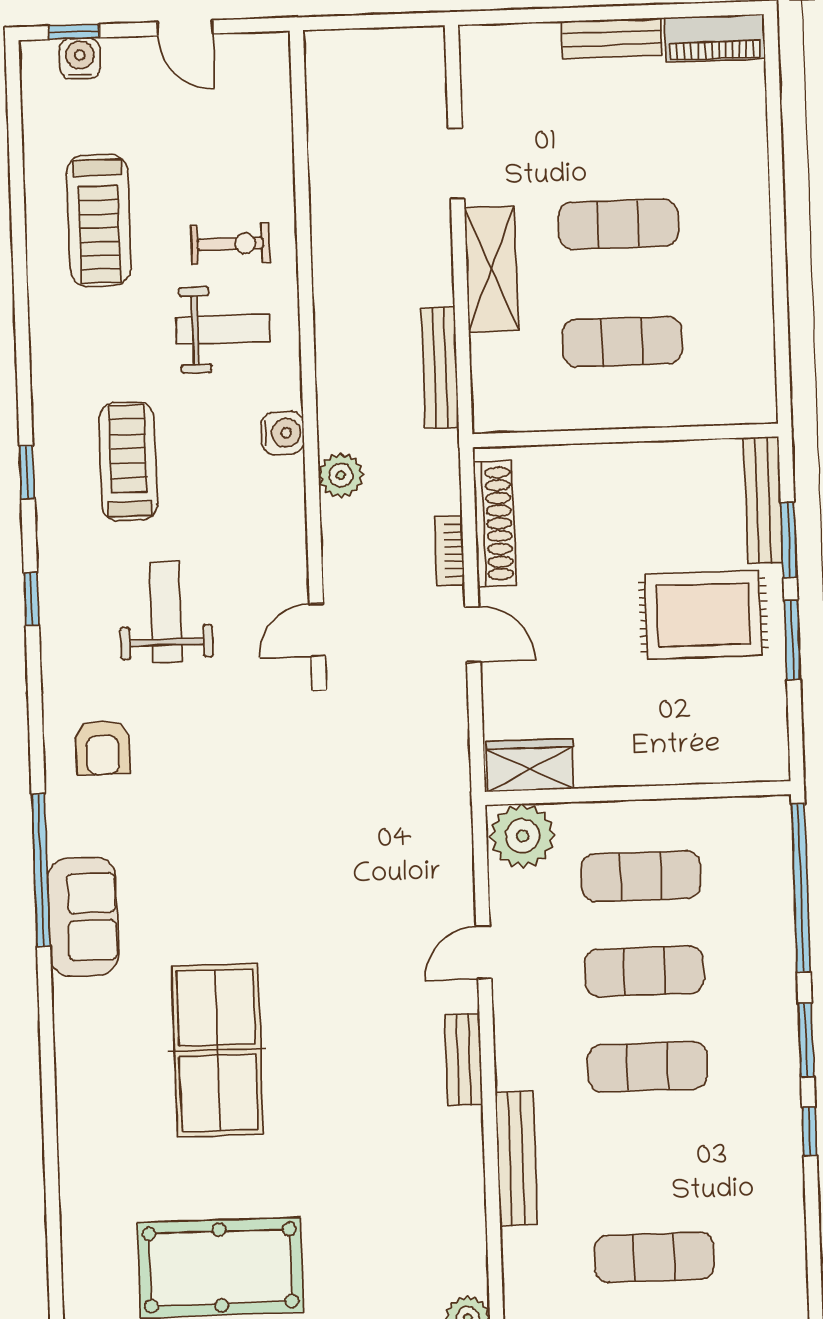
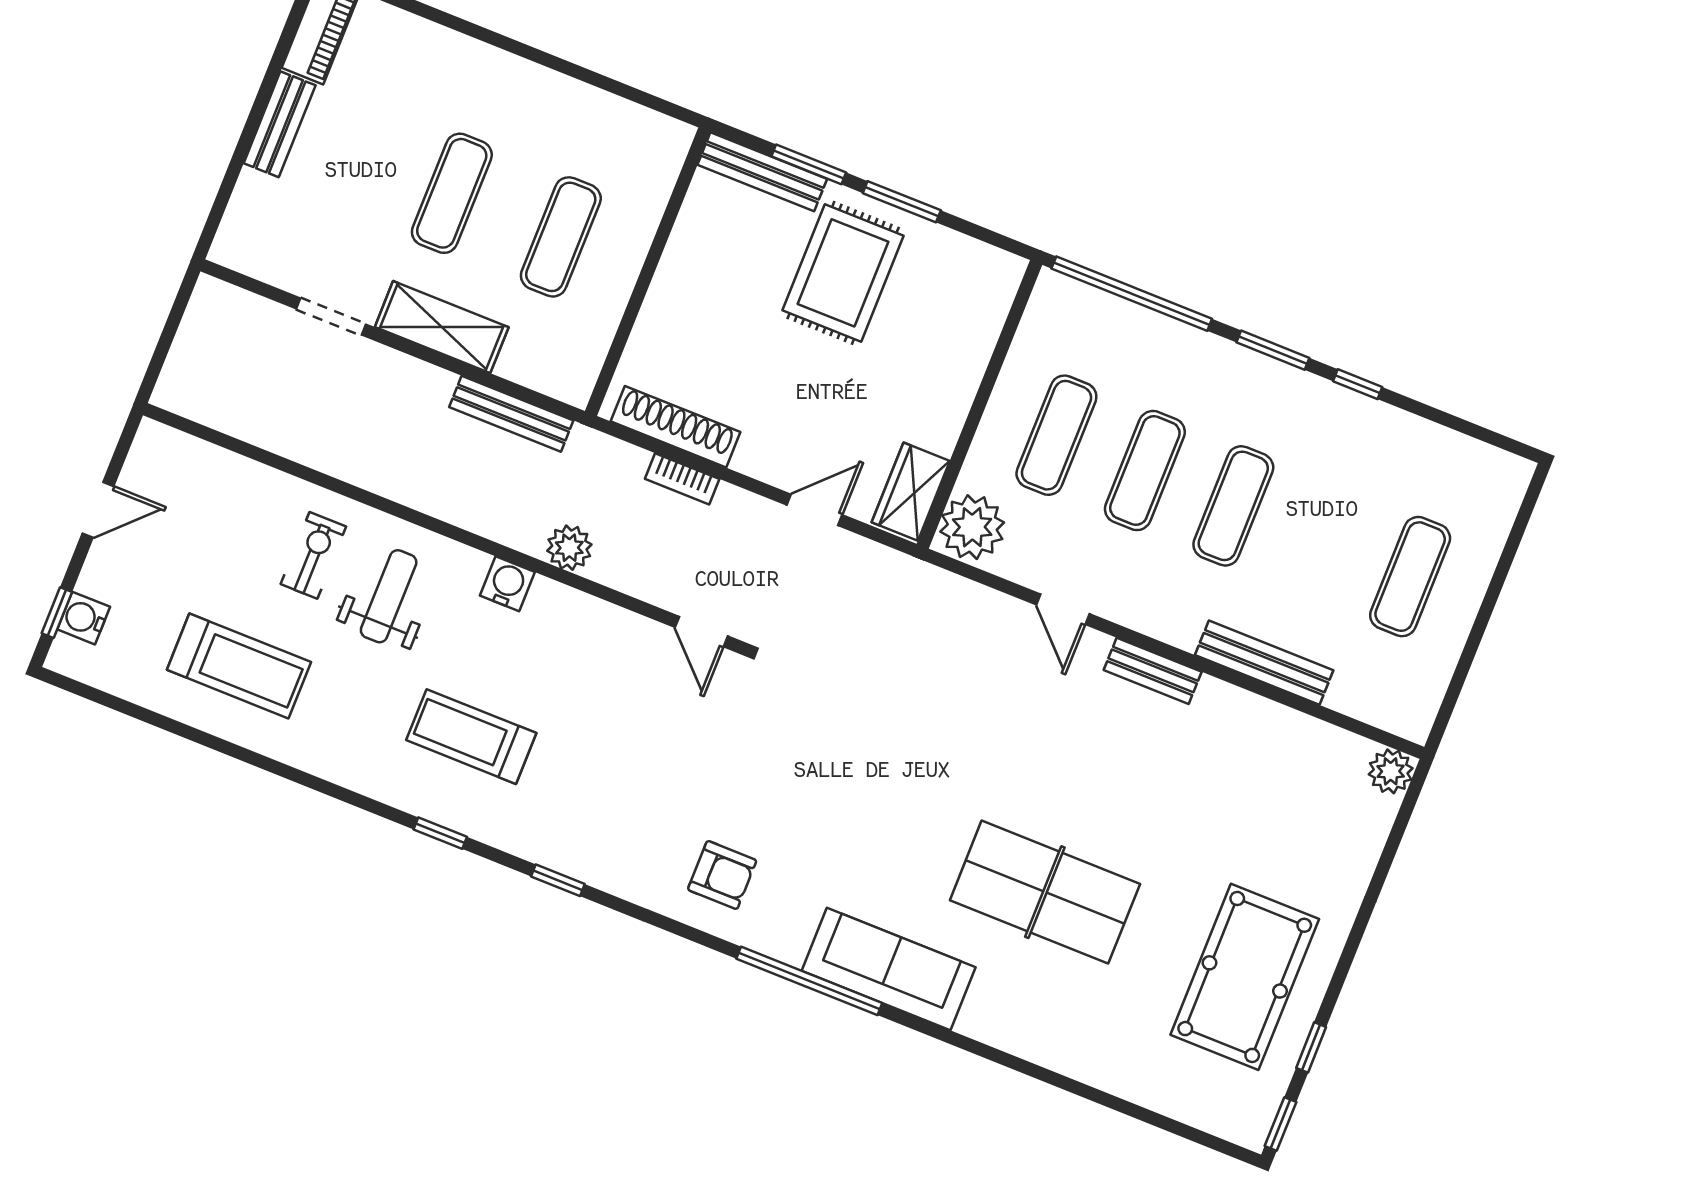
weight bench: (166, 612) -> (624, 763), removed
door: (473, 635) -> (814, 510), moved
sofa: (83, 917) -> (889, 969), width x1.36

